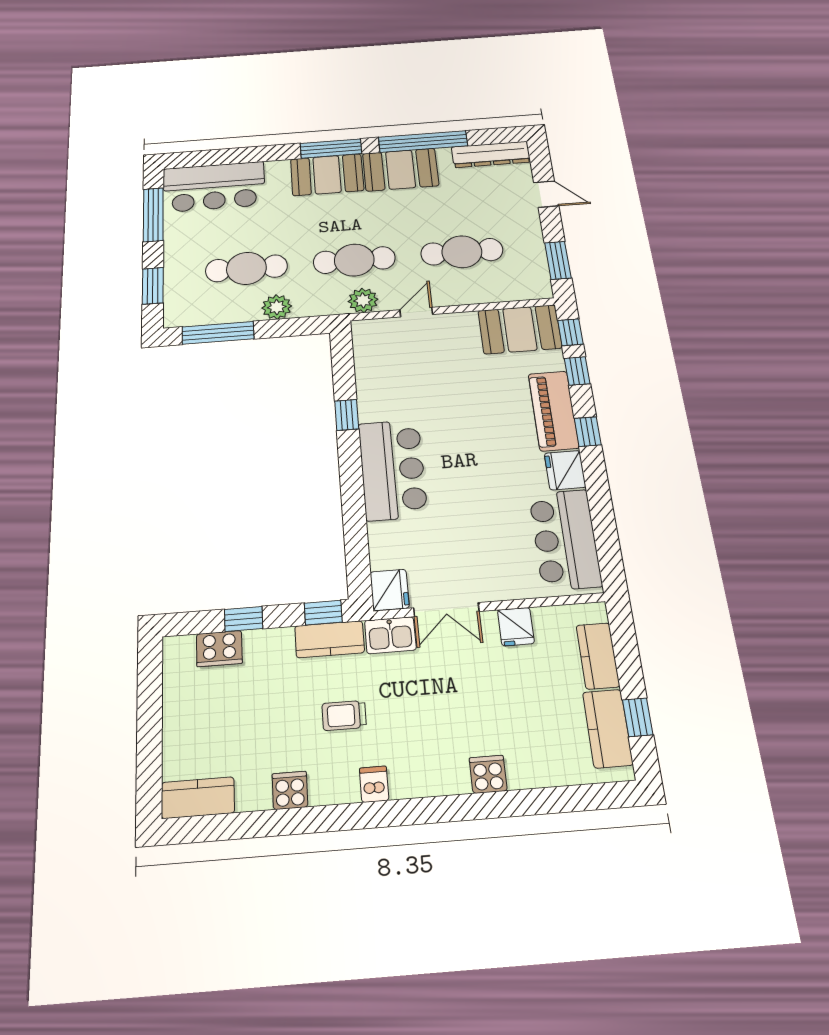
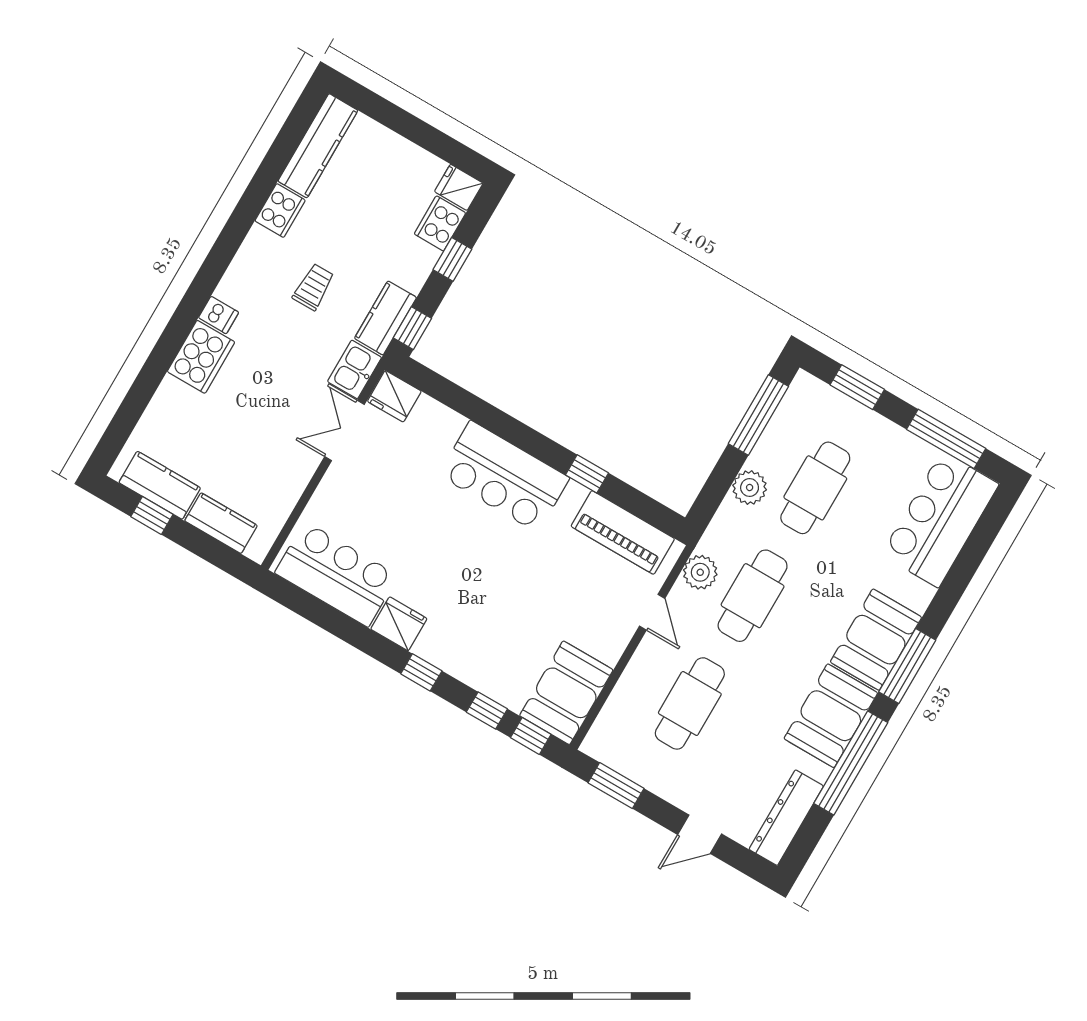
piano: (553, 411) -> (623, 532), moved, turned 180
fridge: (516, 627) -> (459, 187), moved
cooker: (488, 774) -> (201, 357), width x1.87, depth x1.31
dishwasher: (374, 784) -> (219, 315), moved
cooker: (290, 790) -> (280, 211), width x1.36
kitchen counter: (198, 798) -> (318, 146), width x1.50

